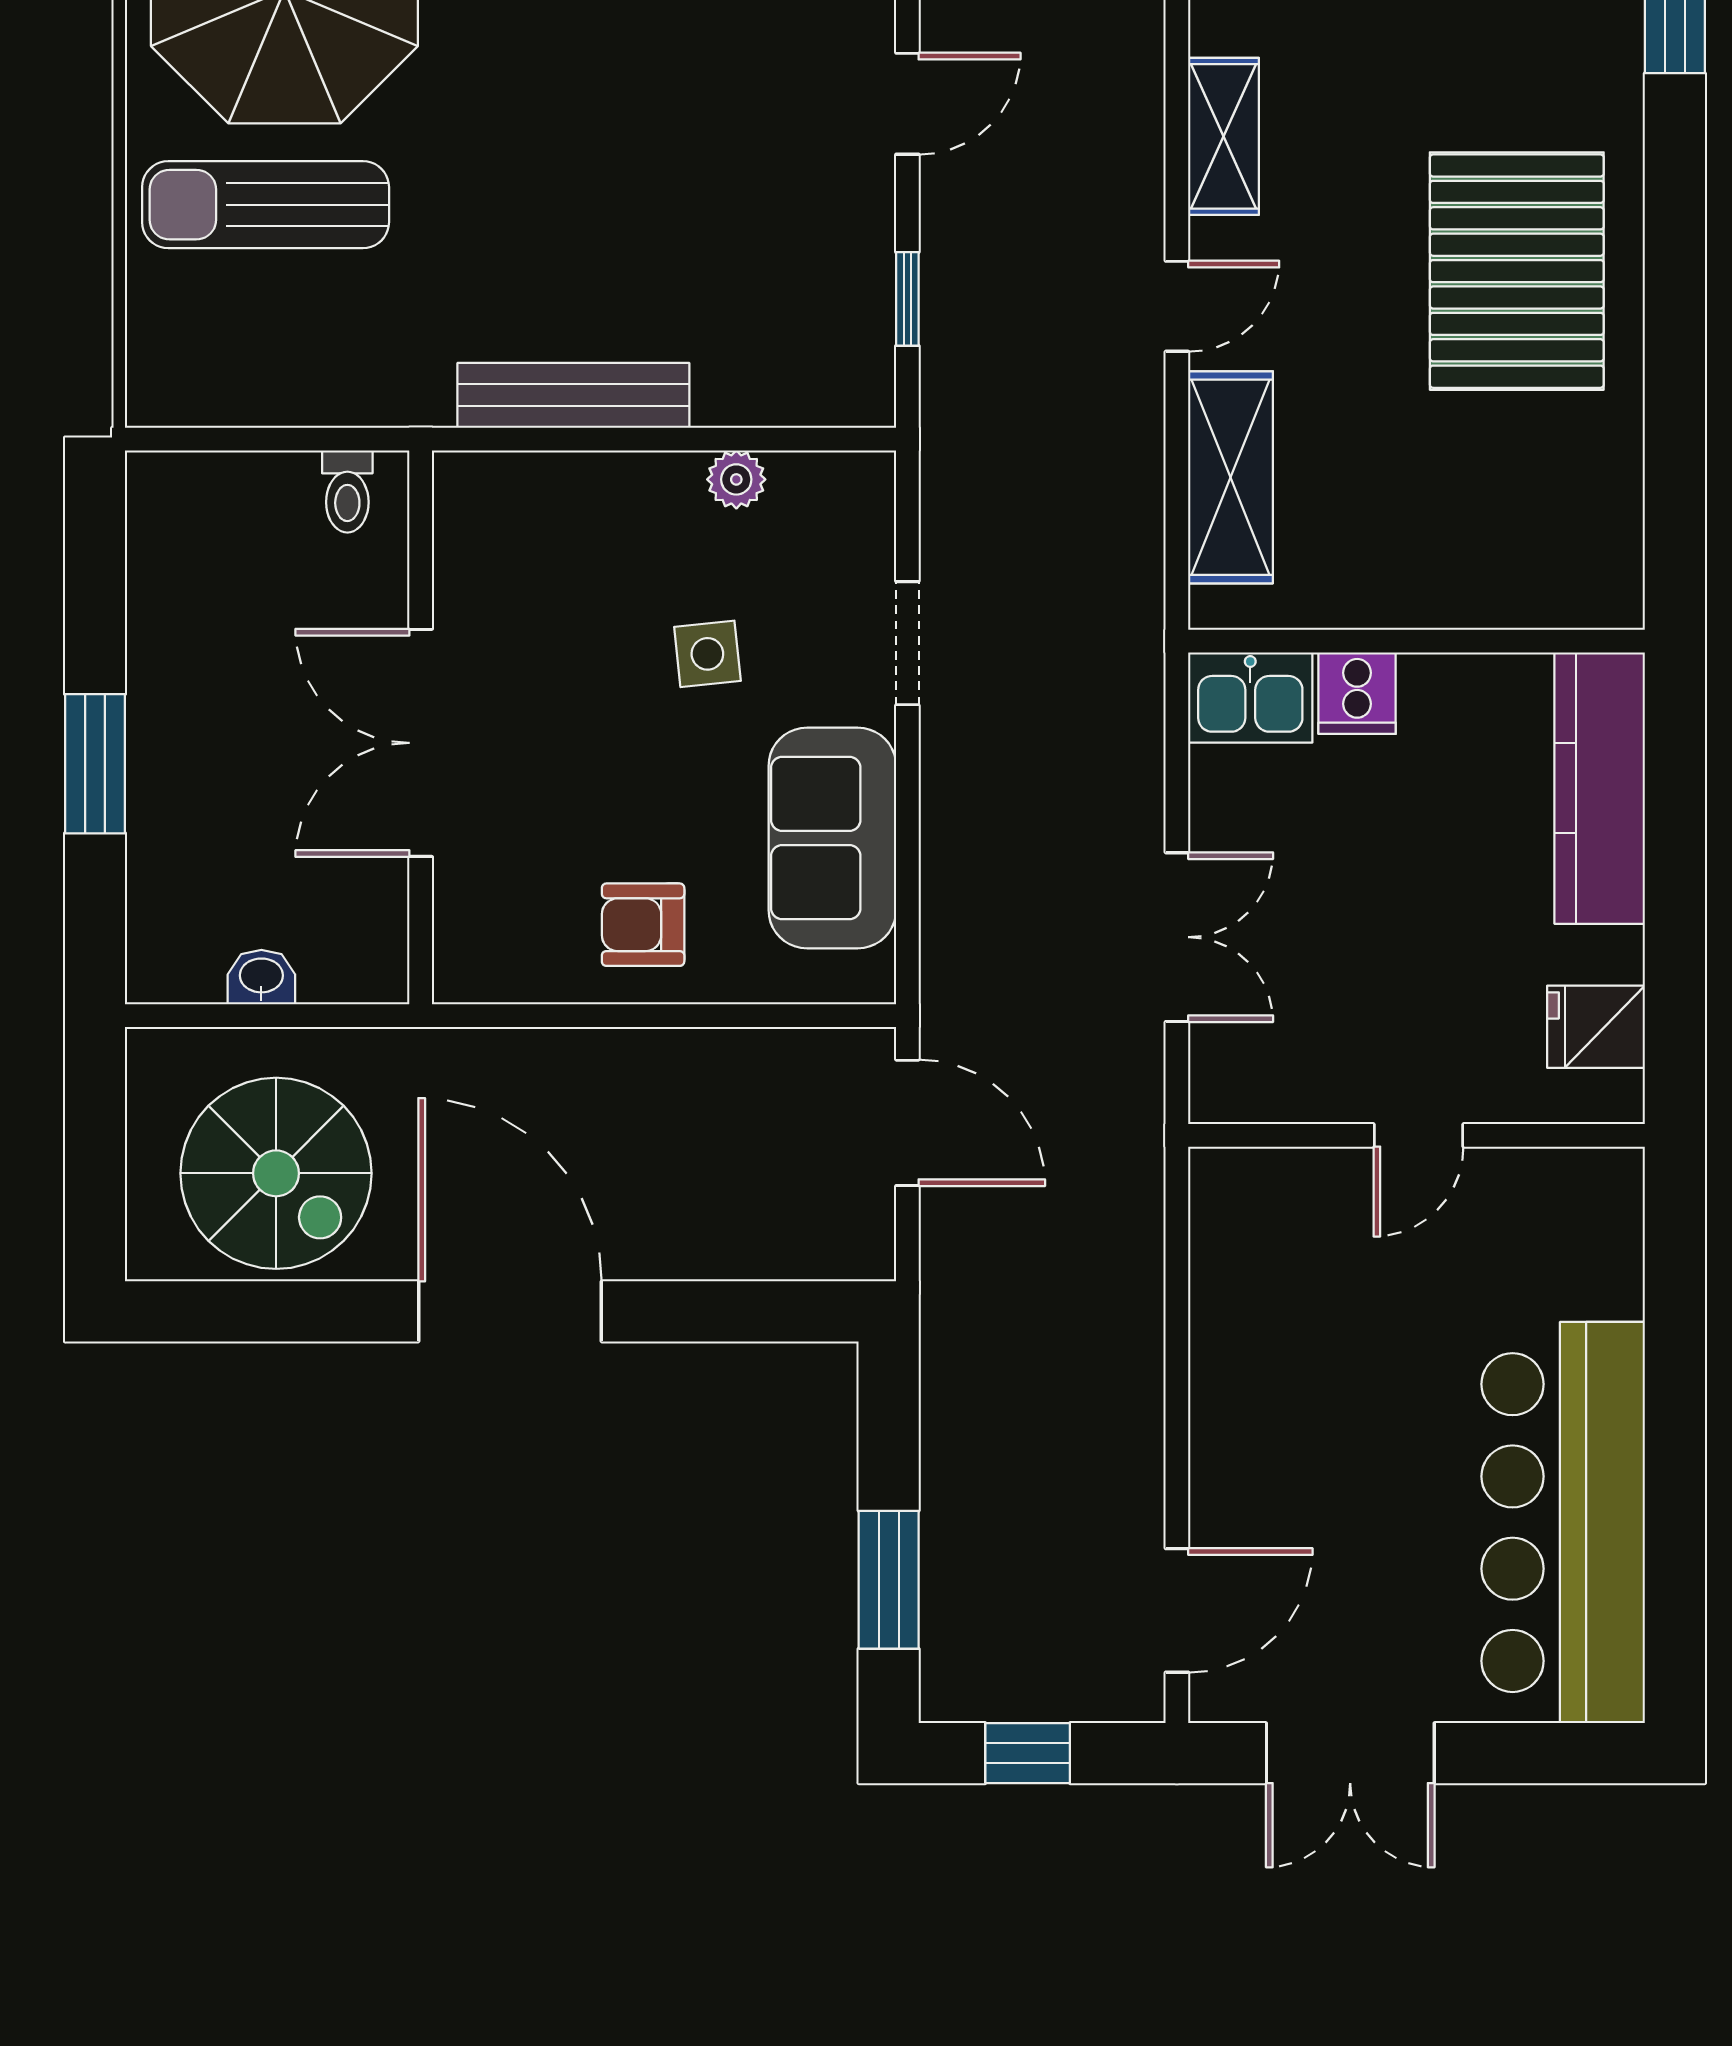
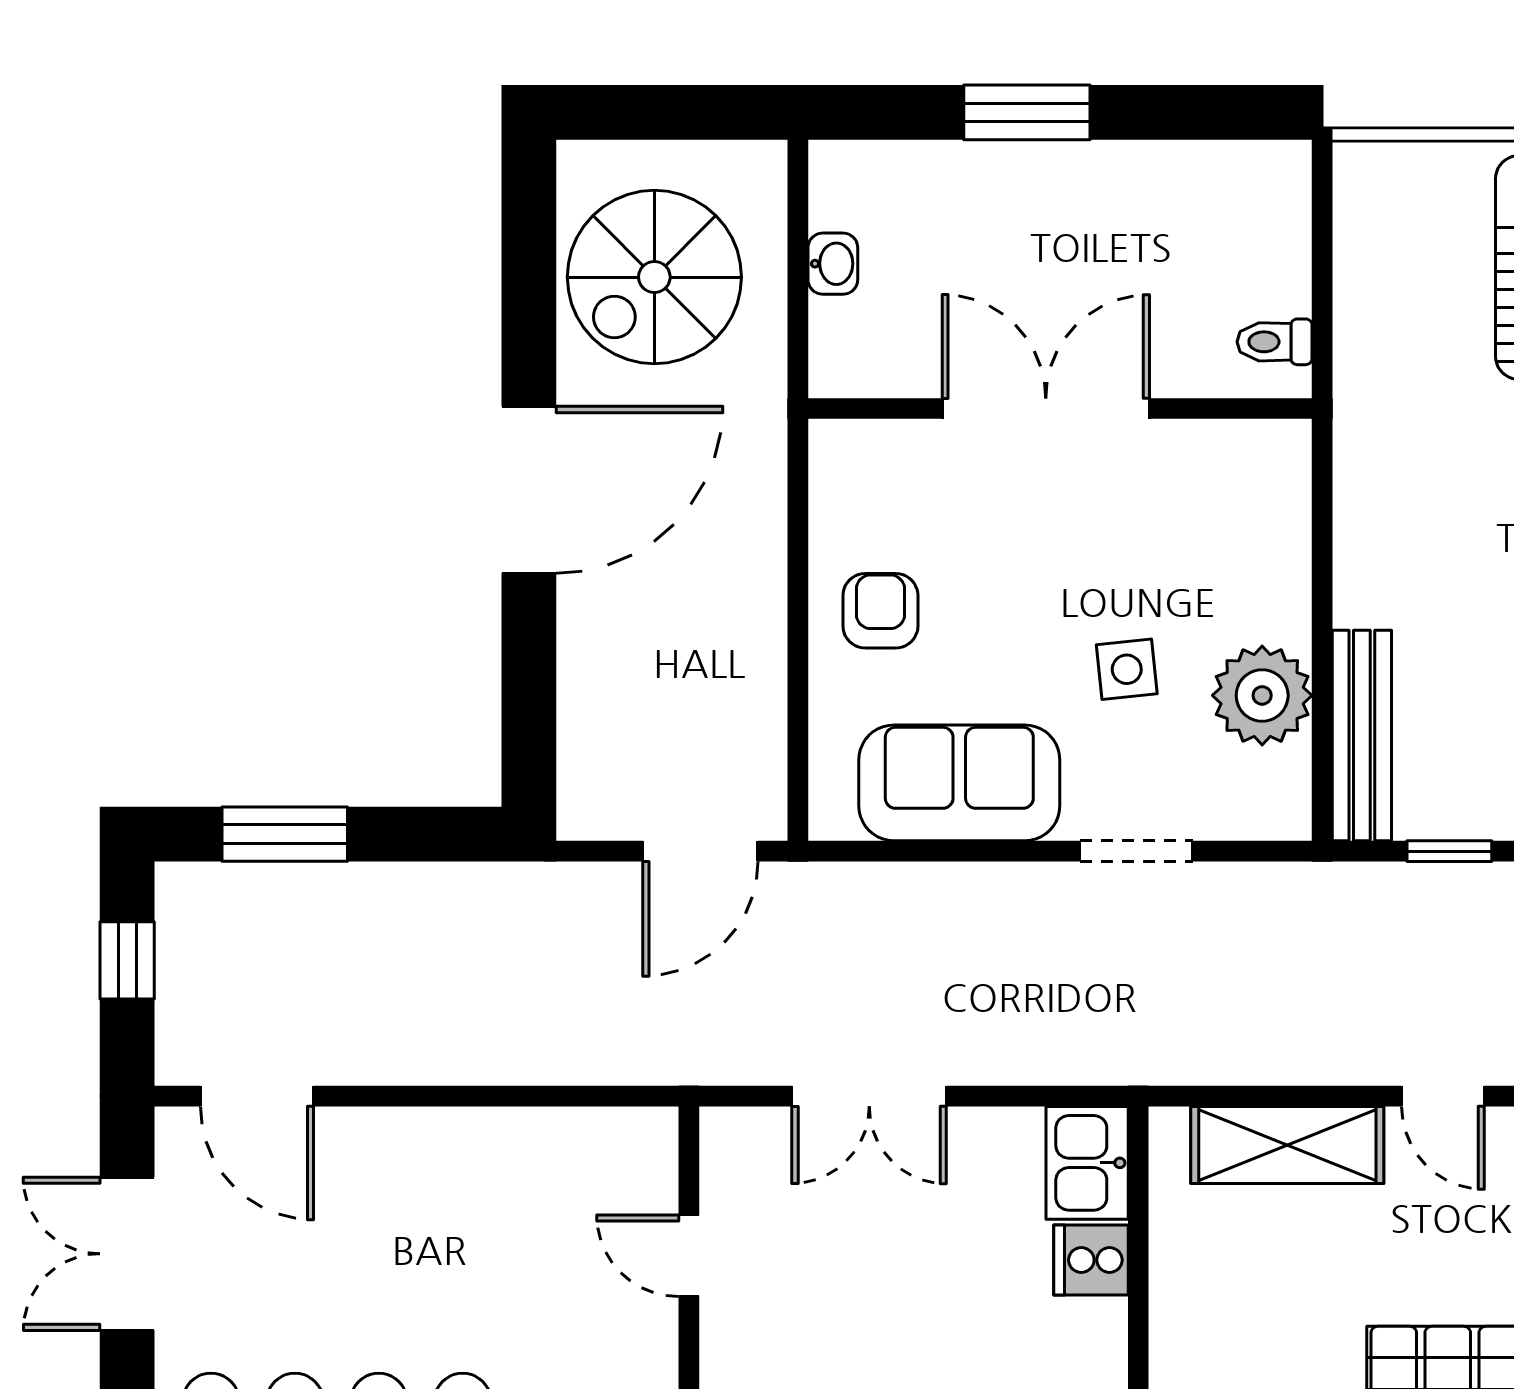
bench: (573, 395) -> (1362, 735), moved
plant: (736, 479) -> (1262, 695), width x1.87, depth x1.87
door: (1418, 1135) -> (689, 1256), moved

